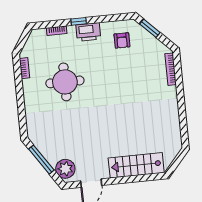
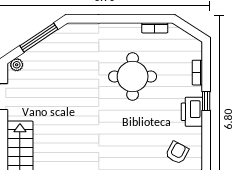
armchair: (122, 40) -> (177, 153), turned 118
plant: (65, 169) -> (17, 65), width x0.53, depth x0.53

